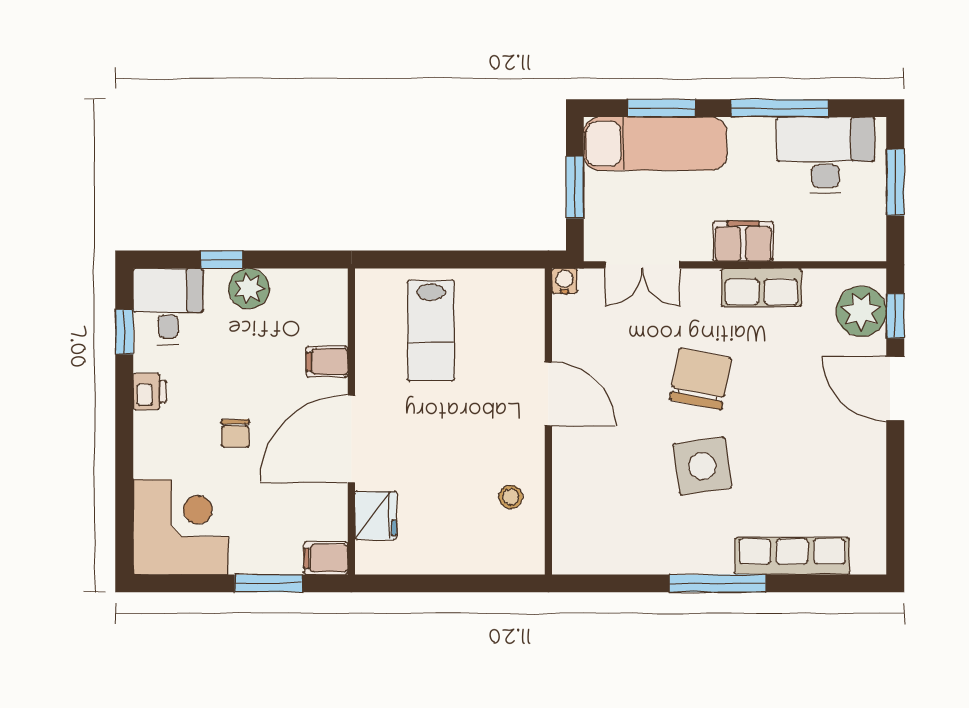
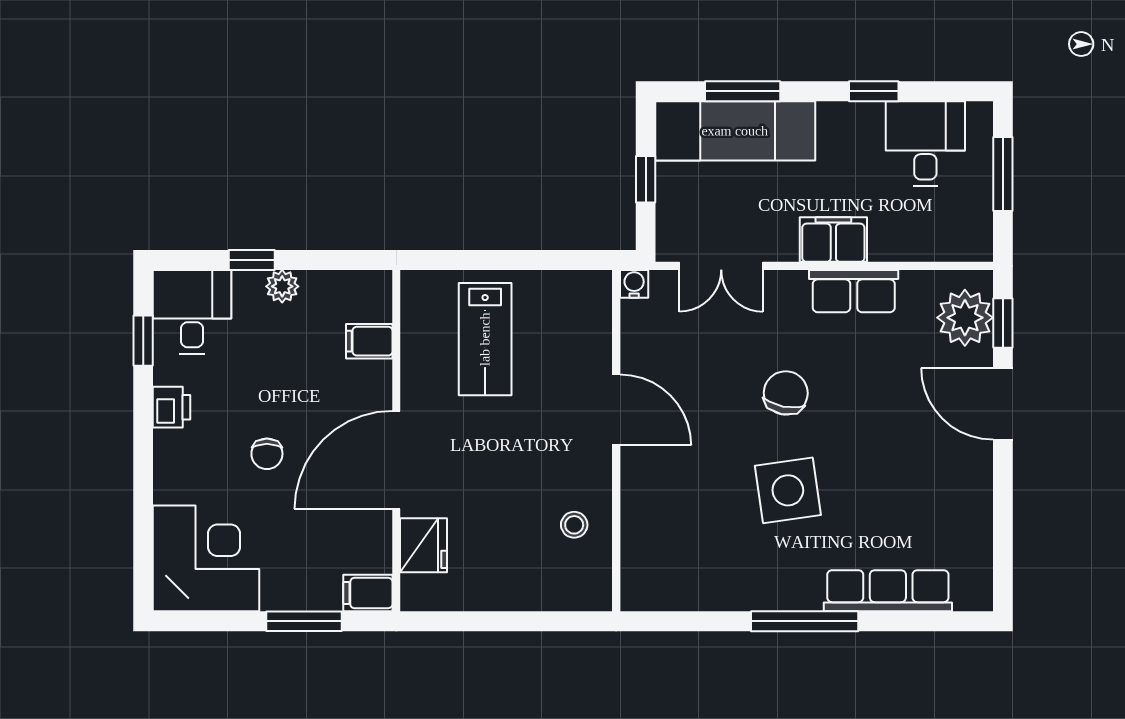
window: (779, 108) -> (874, 91), width x0.46
desk: (826, 155) -> (925, 144), width x0.73
window: (575, 187) -> (646, 179), width x0.67
plant: (249, 289) -> (282, 286), width x0.73, depth x0.73
filing cabinet: (327, 362) -> (369, 341), moved
chair: (700, 379) -> (786, 393), width x0.73, depth x0.73

